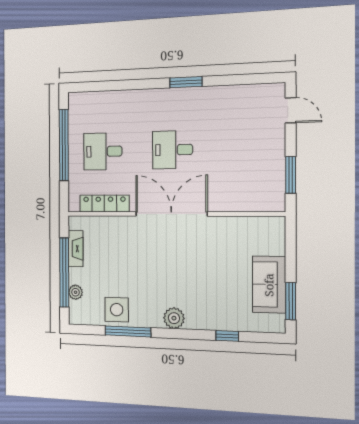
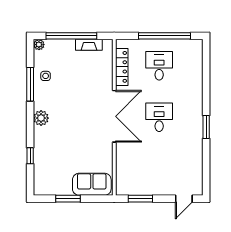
sofa: (269, 285) -> (92, 184), moved
plant: (76, 292) -> (39, 45), moved
window: (291, 301) -> (68, 199), moved
side table: (117, 310) -> (46, 76), width x0.54, depth x0.54

